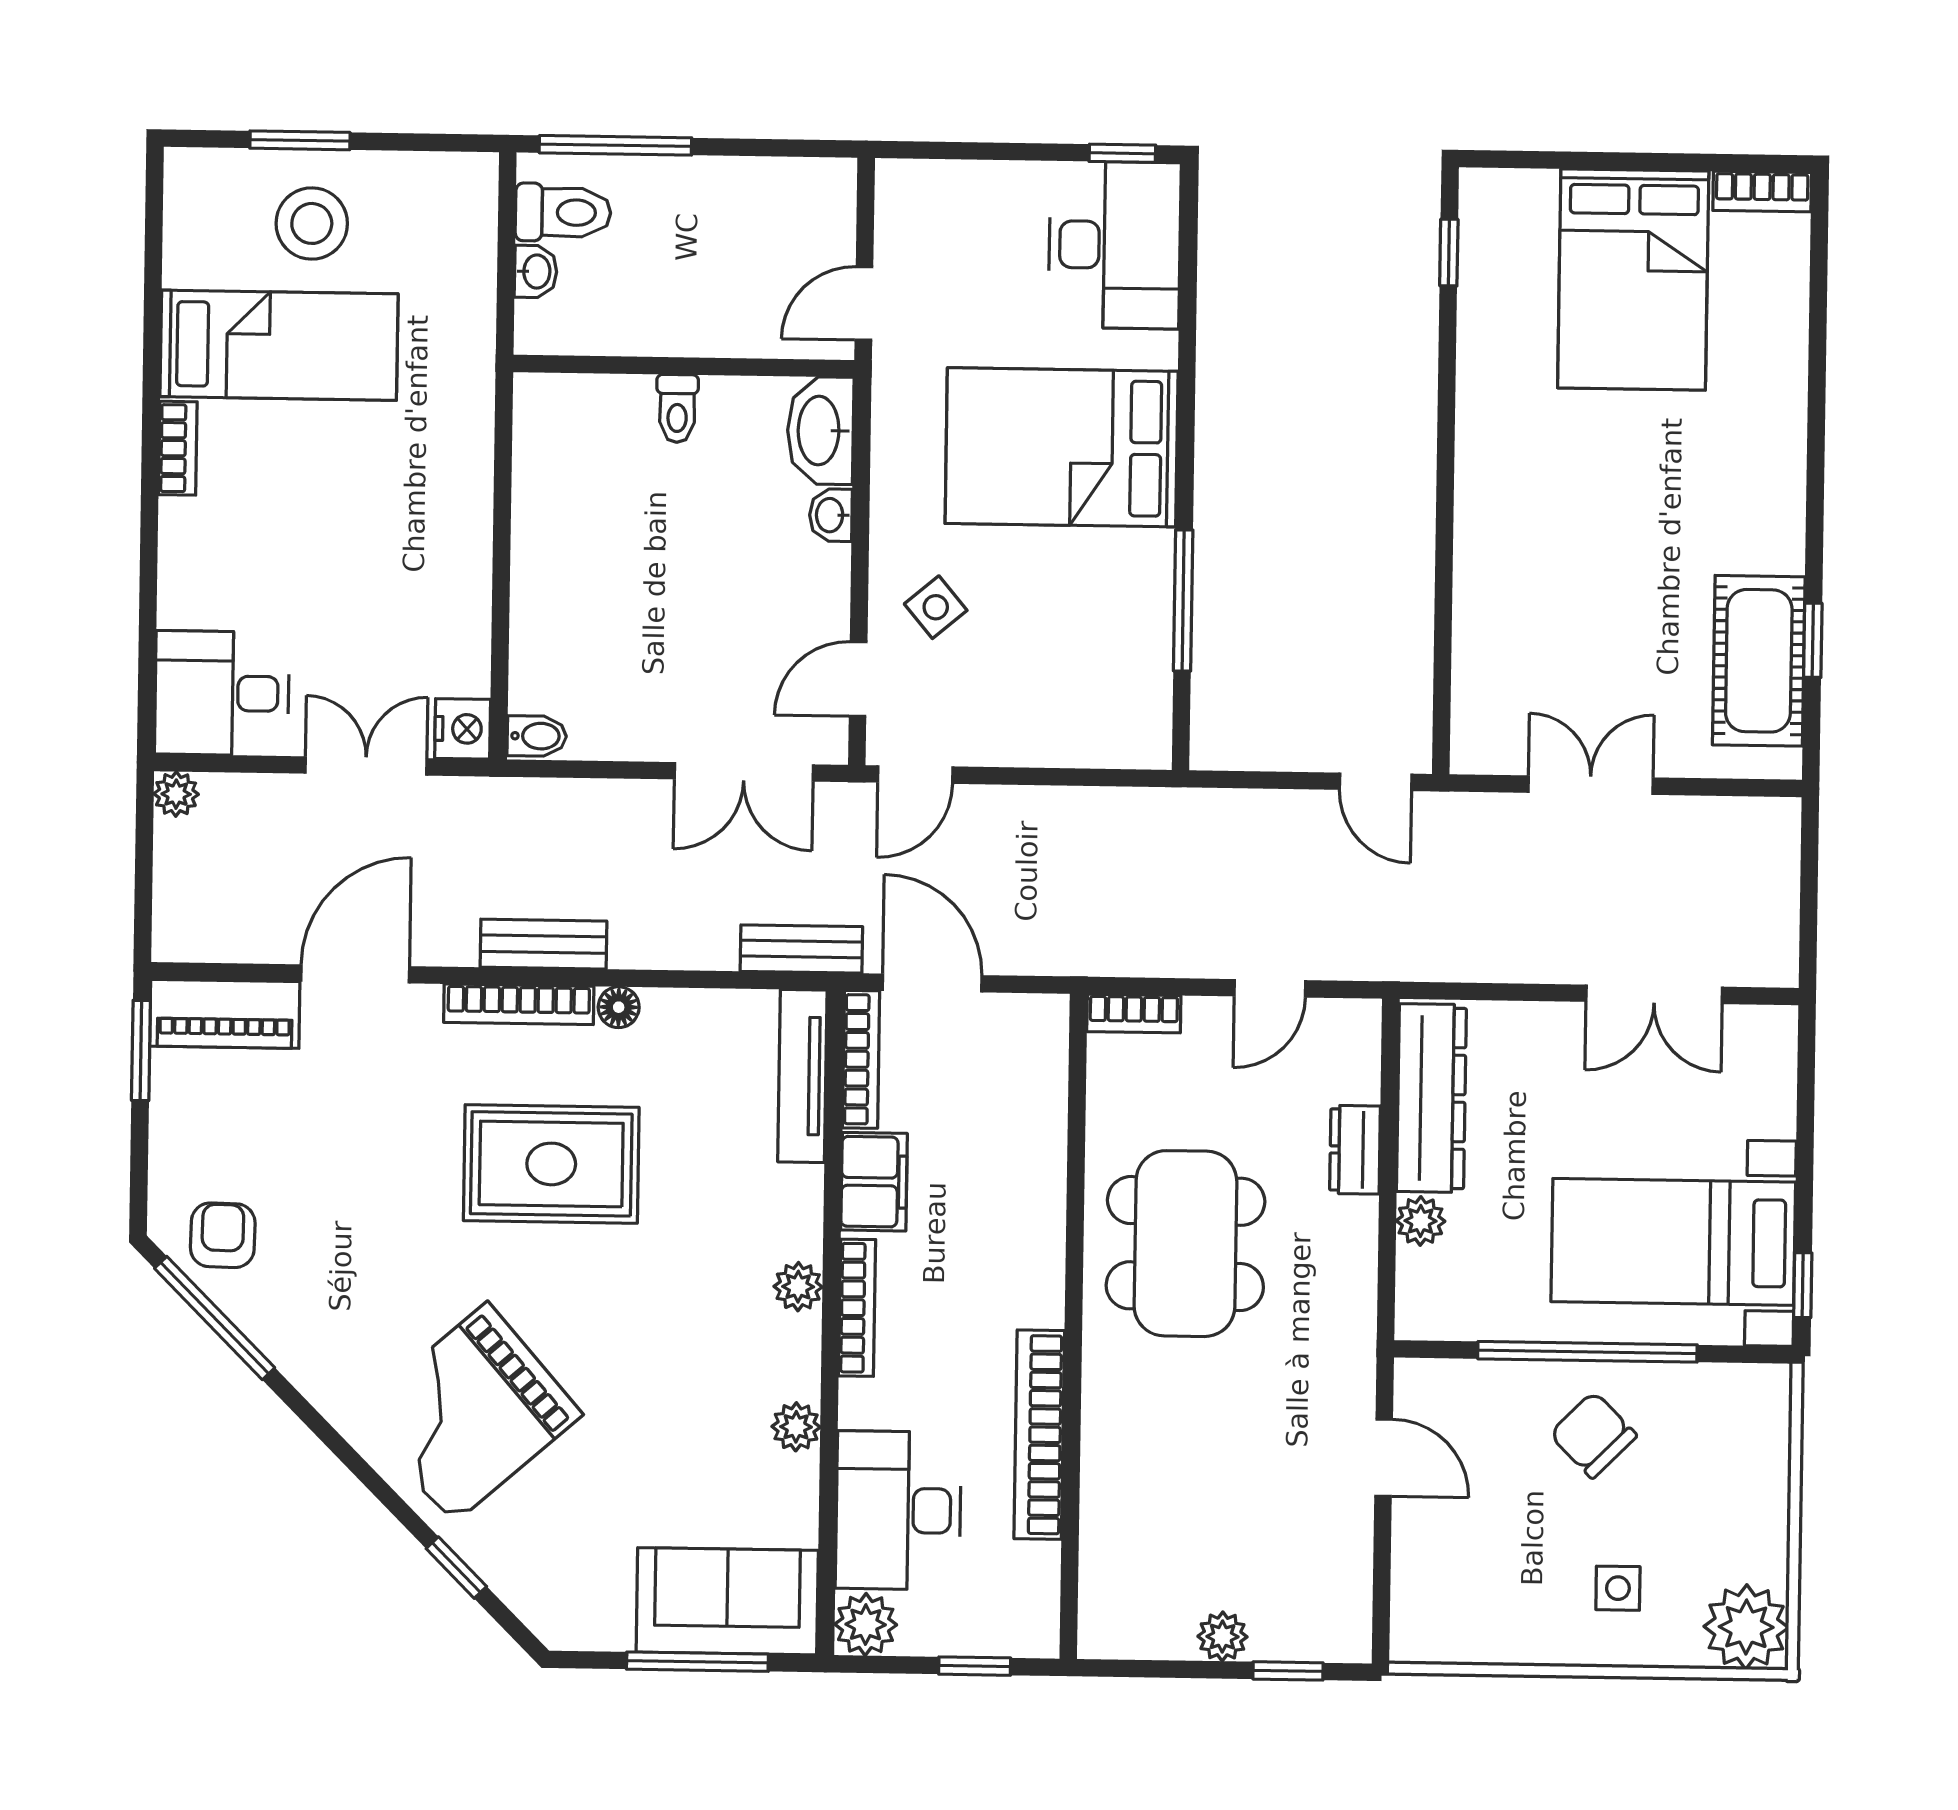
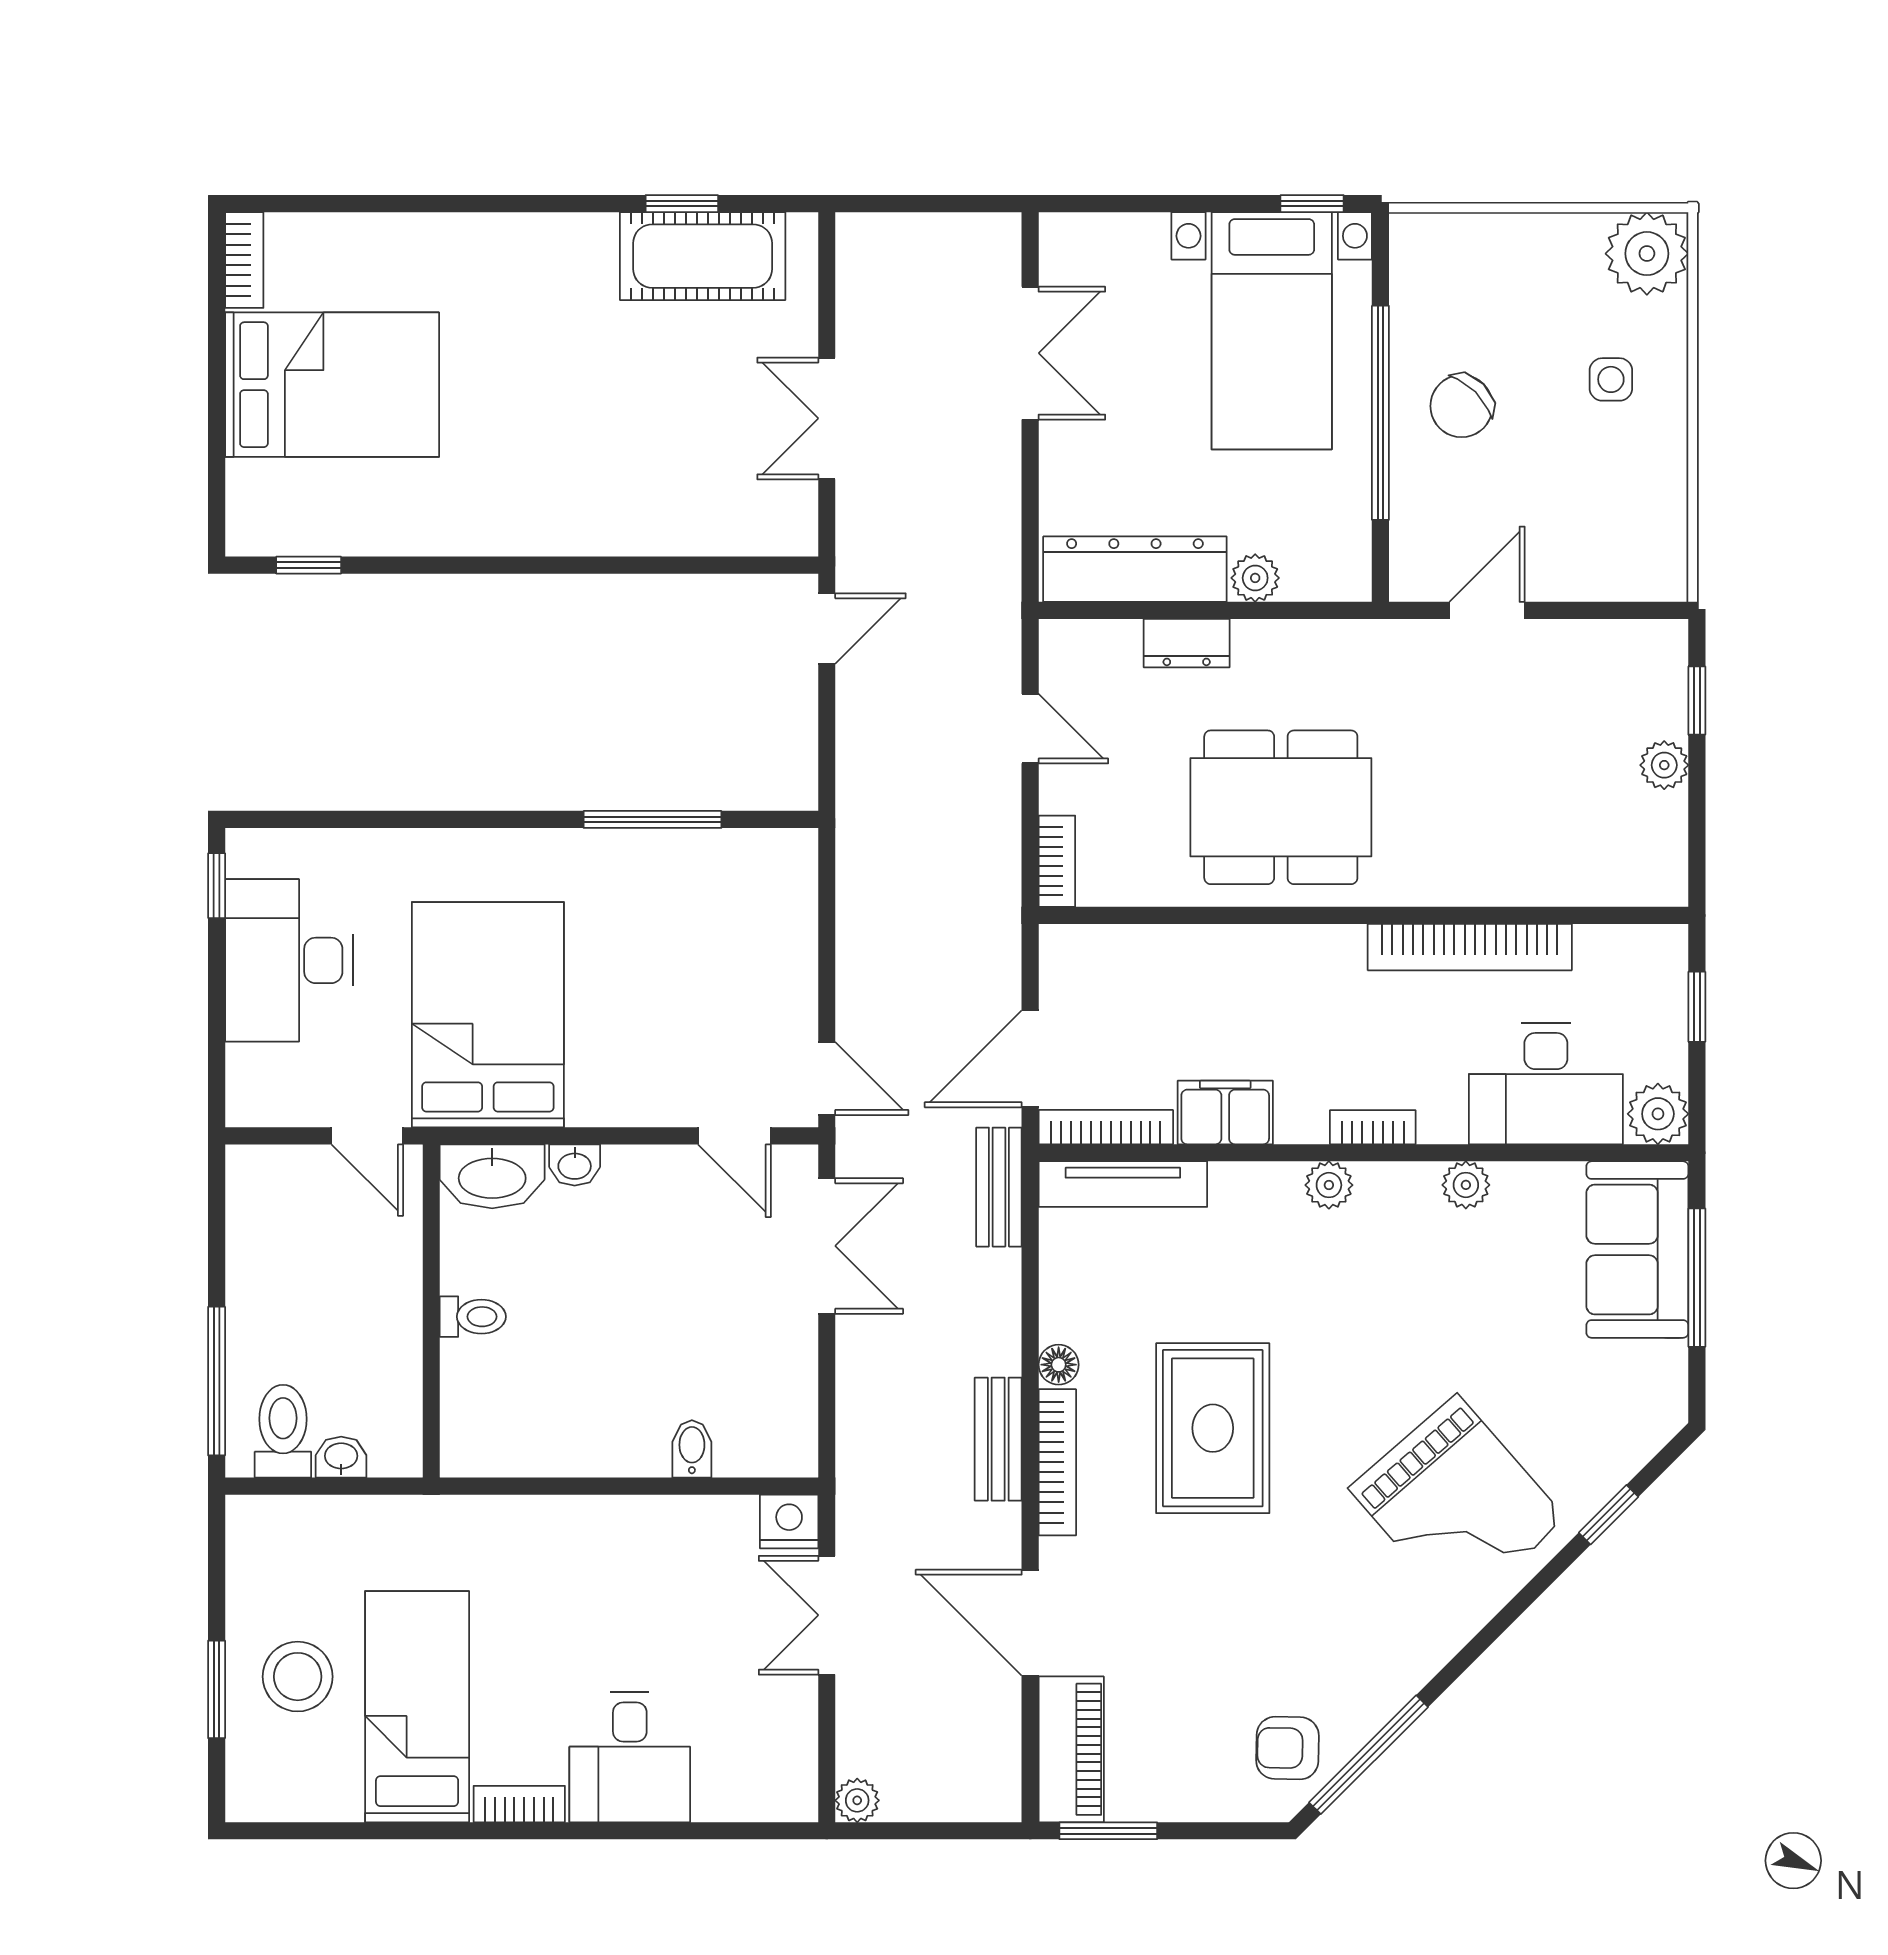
desk: (1115, 245) -> (289, 960), moved, turned -90
bed: (1062, 447) -> (488, 1015), moved, turned 180
side table: (936, 607) -> (663, 1061), removed
desk: (222, 693) -> (630, 1757), moved
bidet: (537, 736) -> (692, 1449), moved
bookcase: (857, 1308) -> (1373, 1127), width x0.64

